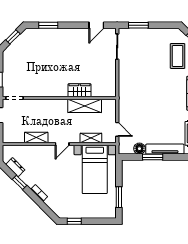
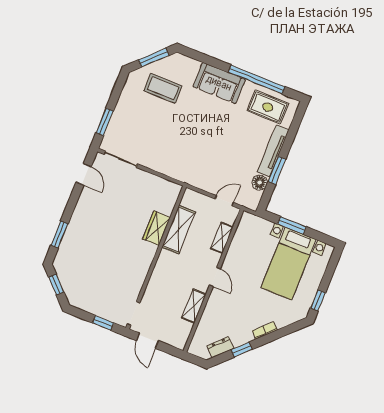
bed with nightstands: (95, 169) -> (288, 263), moved, turned 90
window: (119, 197) -> (292, 225), moved

